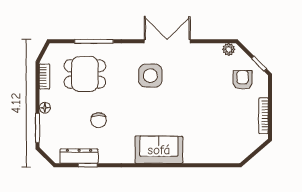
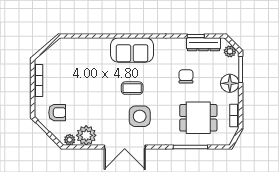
plant: (210, 54) -> (86, 135), added
armchair: (243, 80) -> (57, 113), turned -90
coffee table: (159, 107) -> (132, 88), added
floor lamp: (45, 108) -> (230, 83), width x1.89, depth x1.89
plant: (49, 148) -> (230, 51), added

